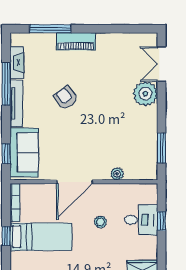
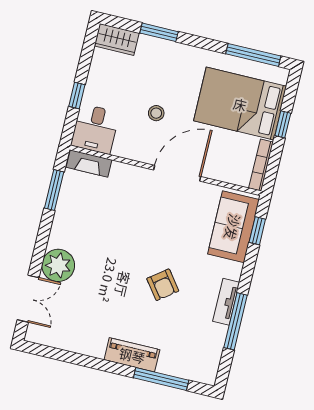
fireplace: (17, 63) -> (89, 164), moved, turned -90
tv unit: (16, 103) -> (226, 302), width x0.71
plant: (117, 174) -> (120, 170), removed
desk: (141, 220) -> (95, 129), moved, turned -90
bed: (41, 237) -> (240, 104), width x1.50

